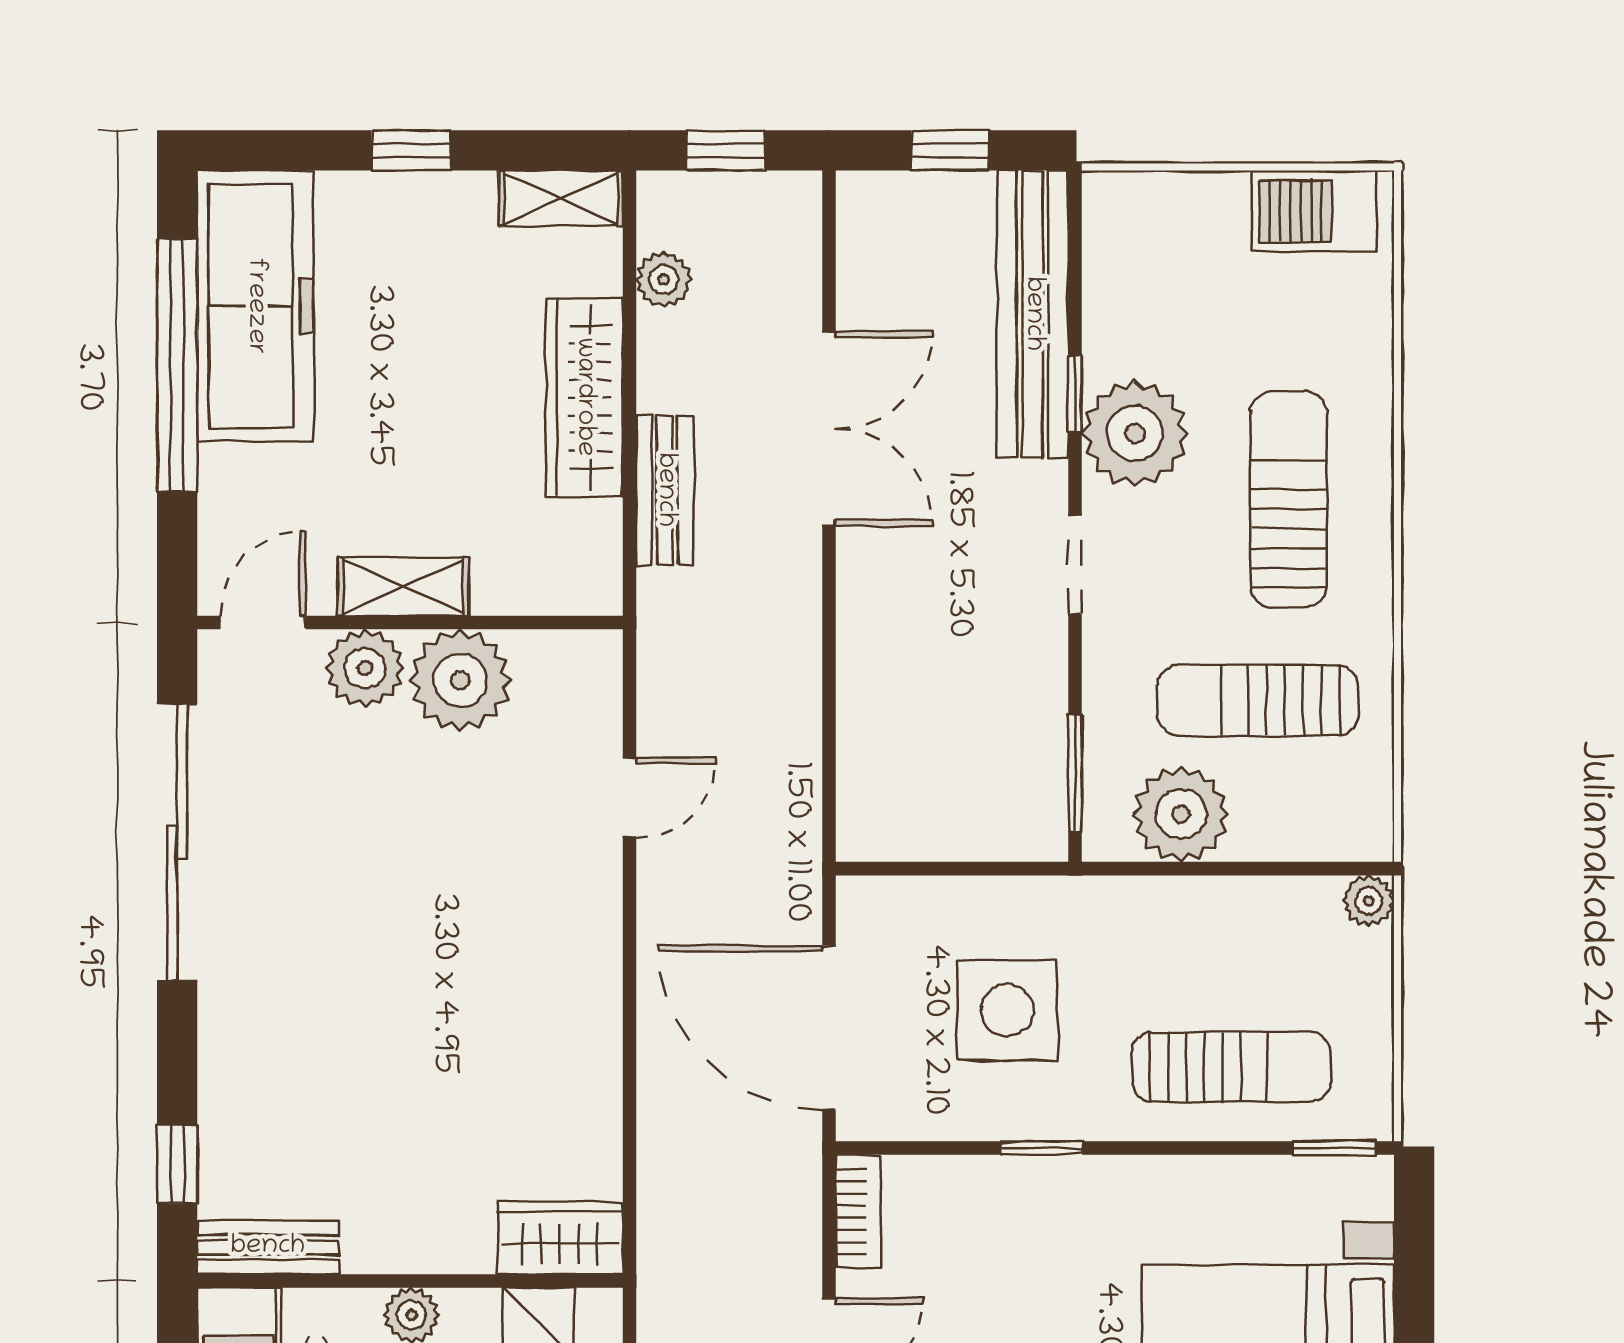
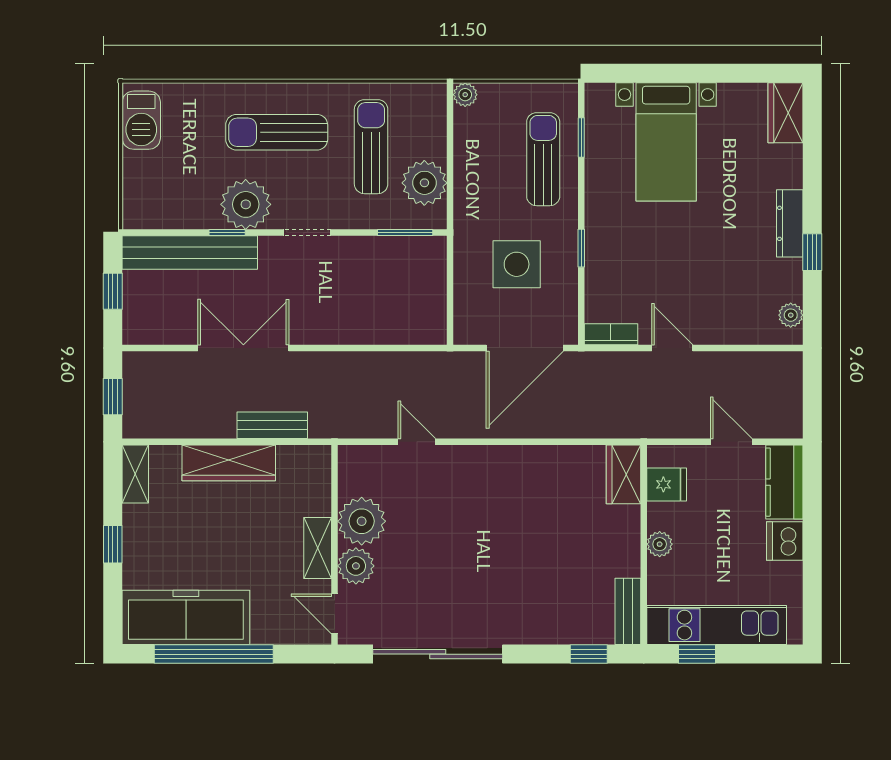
plant: (664, 279) -> (173, 426), removed
sun lounger: (1258, 700) -> (371, 147), turned 180
window: (1334, 1148) -> (581, 137), moved

